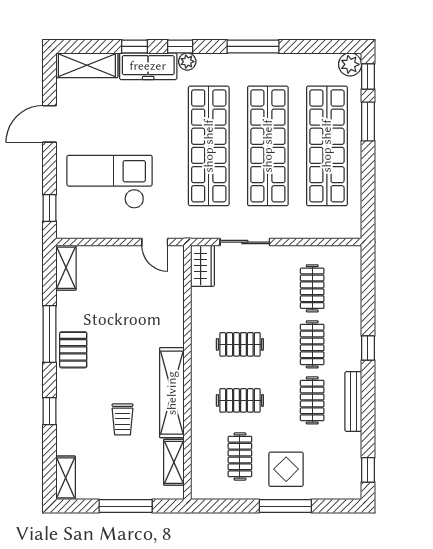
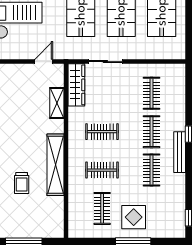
door: (155, 242) -> (44, 62), swing flipped
wardrobe: (203, 266) -> (76, 85), width x1.50
bench: (353, 402) -> (180, 152), moved
shelving: (174, 462) -> (57, 103), moved

